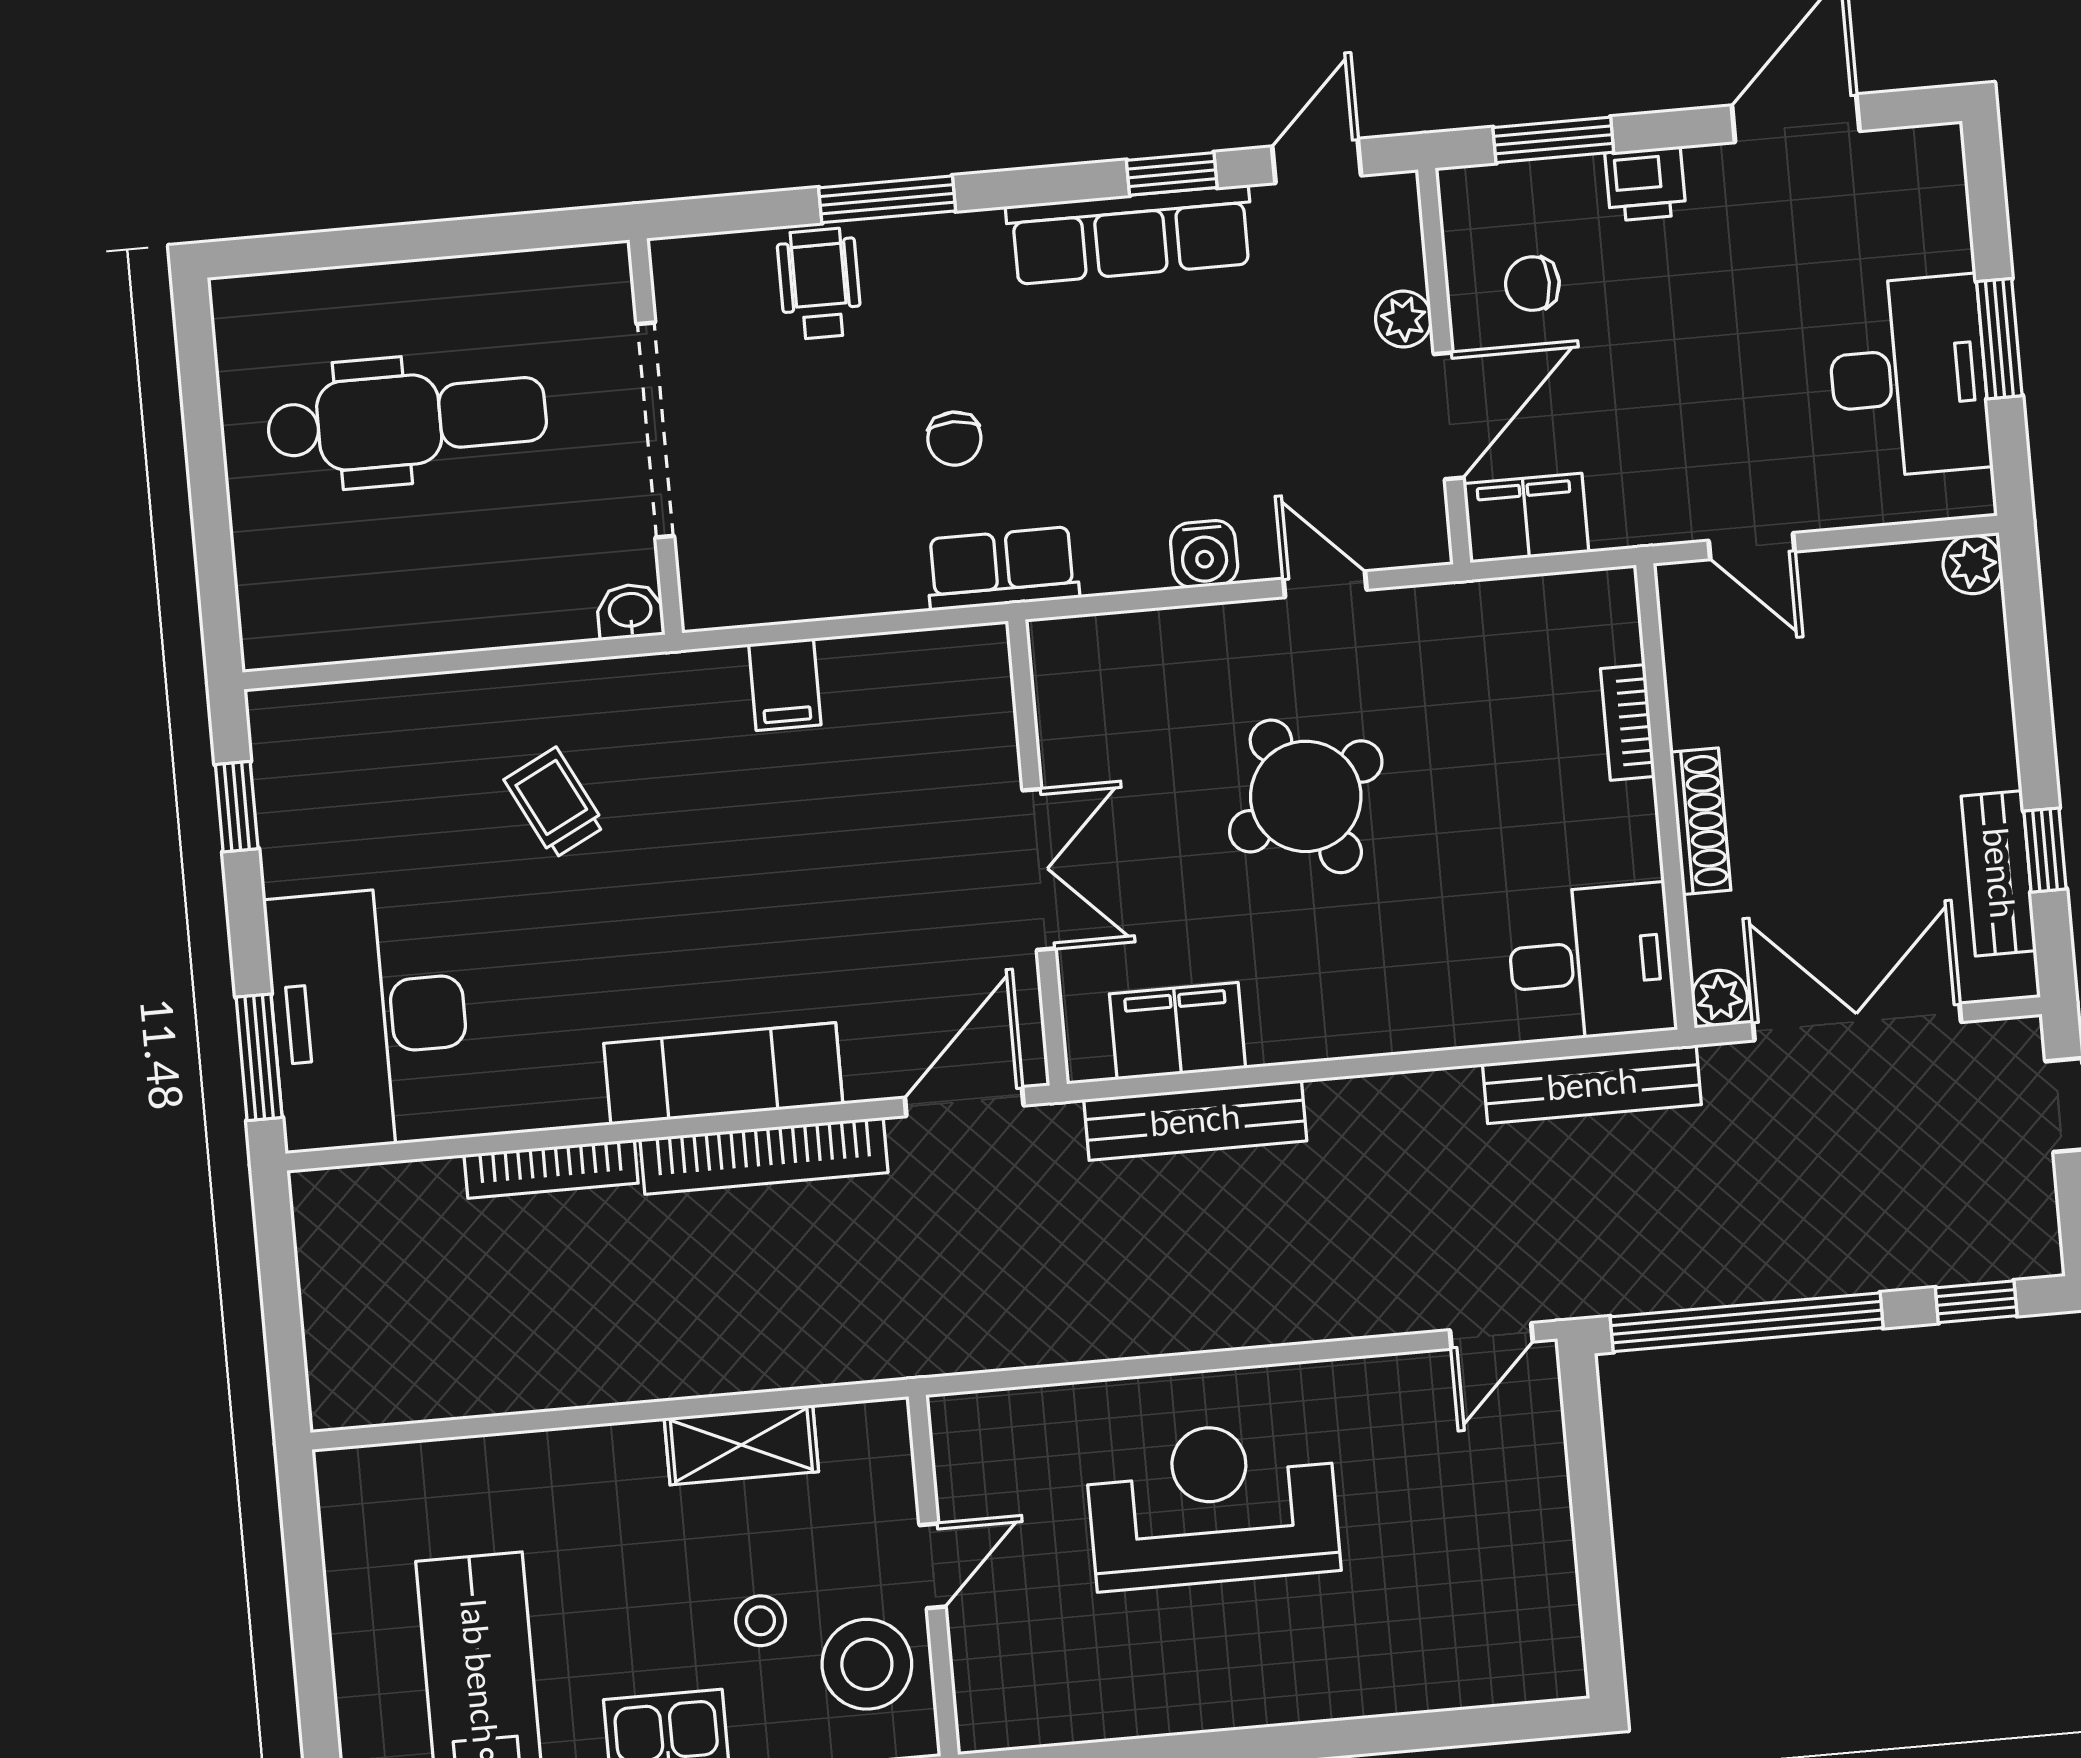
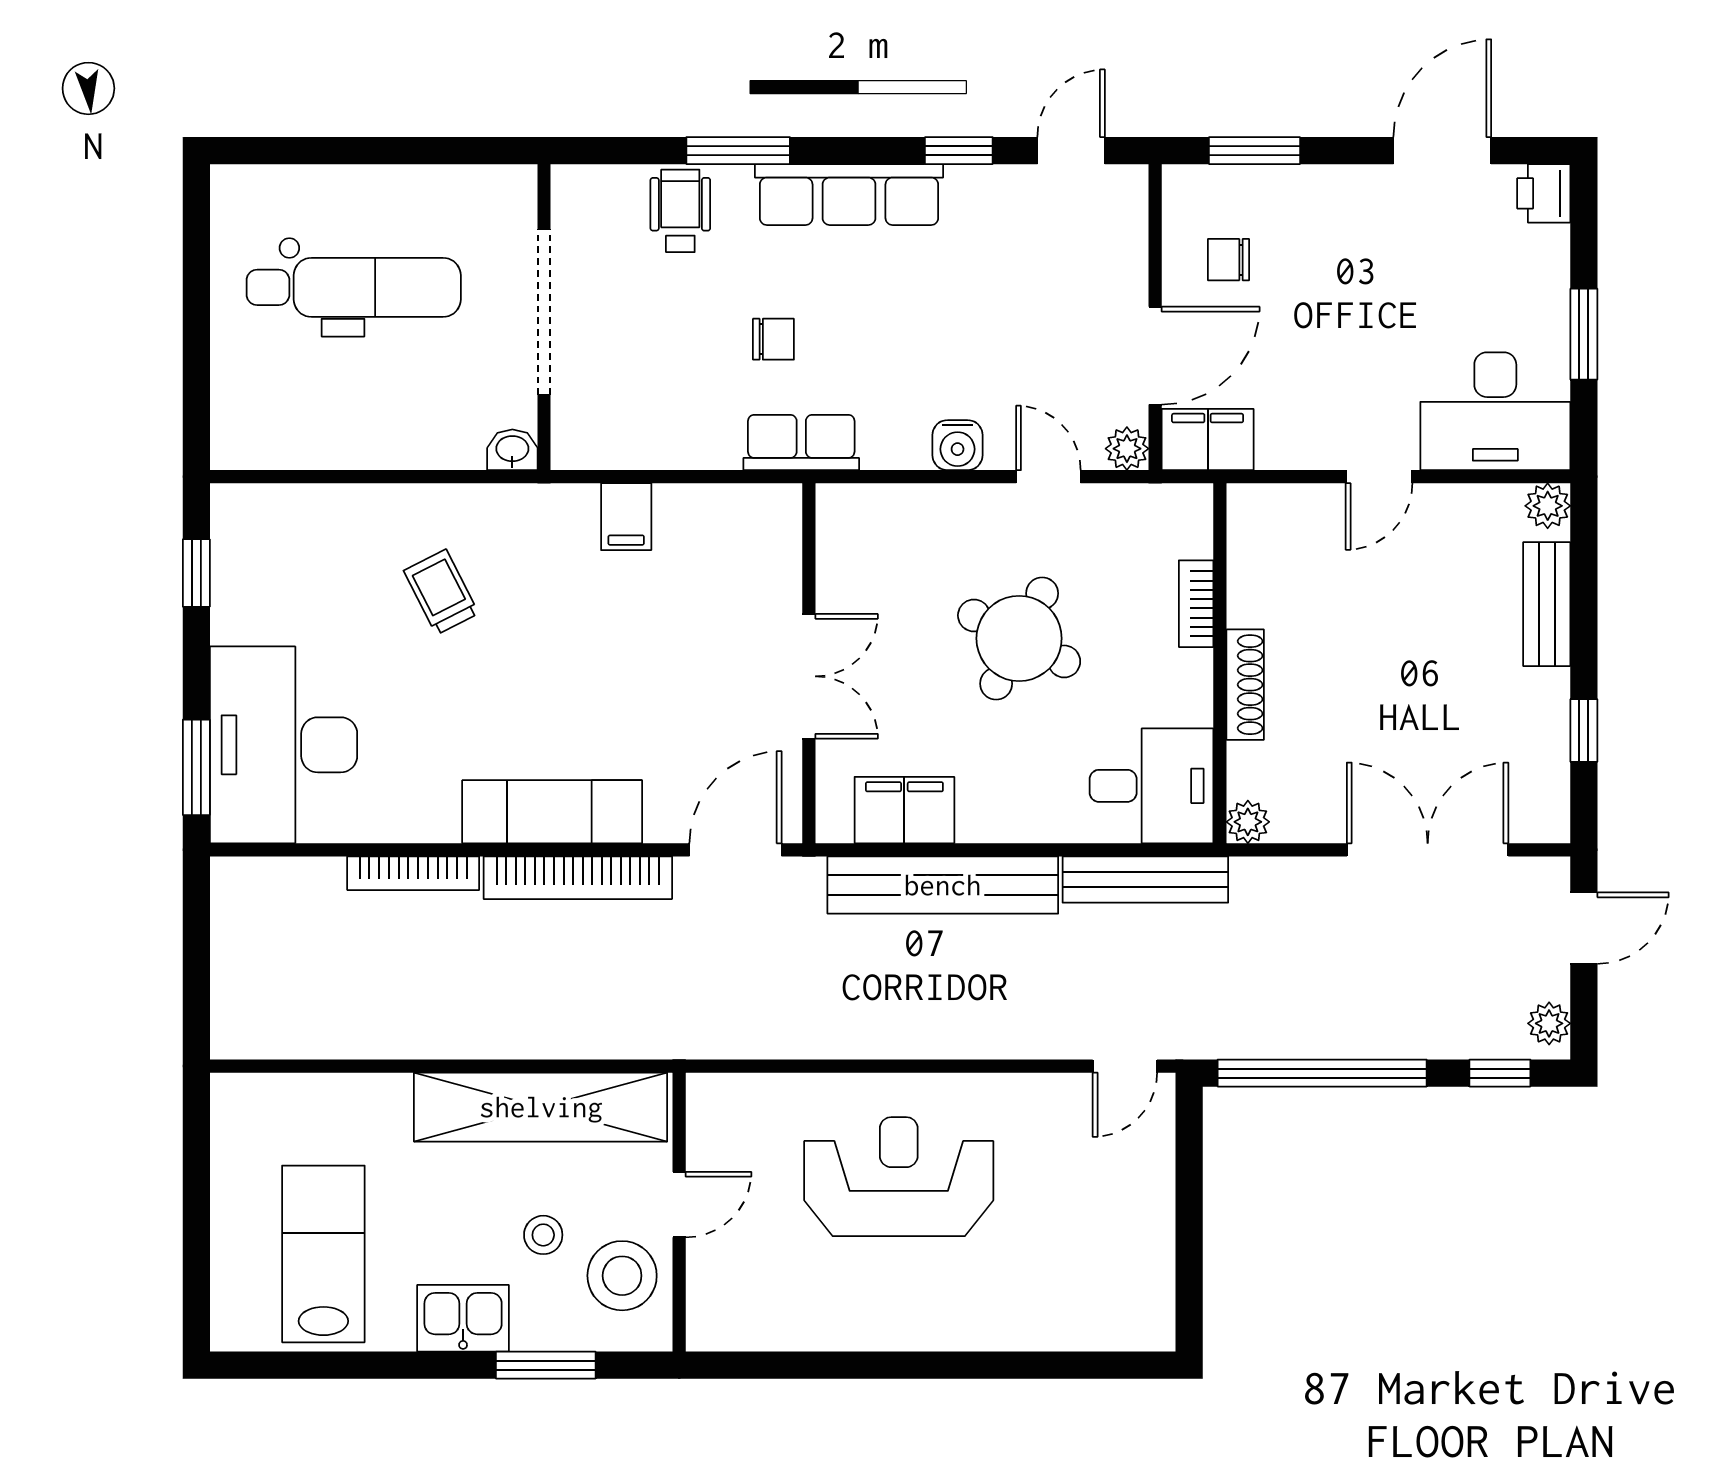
printer: (1645, 184) -> (1544, 193), moved, turned 90
row of seats: (1130, 235) -> (849, 195), moved
plant: (1403, 319) -> (1127, 449), moved
desk: (1908, 377) -> (1495, 411), moved, turned 90
chair: (954, 439) -> (773, 339), turned -90
door: (1752, 546) -> (1379, 477), hinge flipped
bookcase: (1628, 722) -> (1196, 604), moved
round table: (1306, 796) -> (1019, 638), turned -36
wall: (1665, 796) -> (1220, 663), moved
shoe rack: (1700, 821) -> (1245, 685), moved
bench: (1999, 873) -> (1547, 604), moved
desk: (1591, 963) -> (1152, 786), moved
plant: (1720, 998) -> (1248, 822), moved
bench: (1592, 1084) -> (1145, 879), moved
bench: (1195, 1120) -> (943, 885), width x1.37, depth x1.21
plant: (2034, 1232) -> (1549, 1023), added
shelving: (741, 1445) -> (541, 1107), width x2.20, depth x1.33

